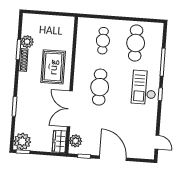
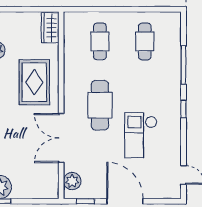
cafe table: (136, 43) -> (145, 41), width x0.73, depth x0.74
checkout: (144, 87) -> (141, 135), moved
wardrobe: (59, 141) -> (50, 28), moved

